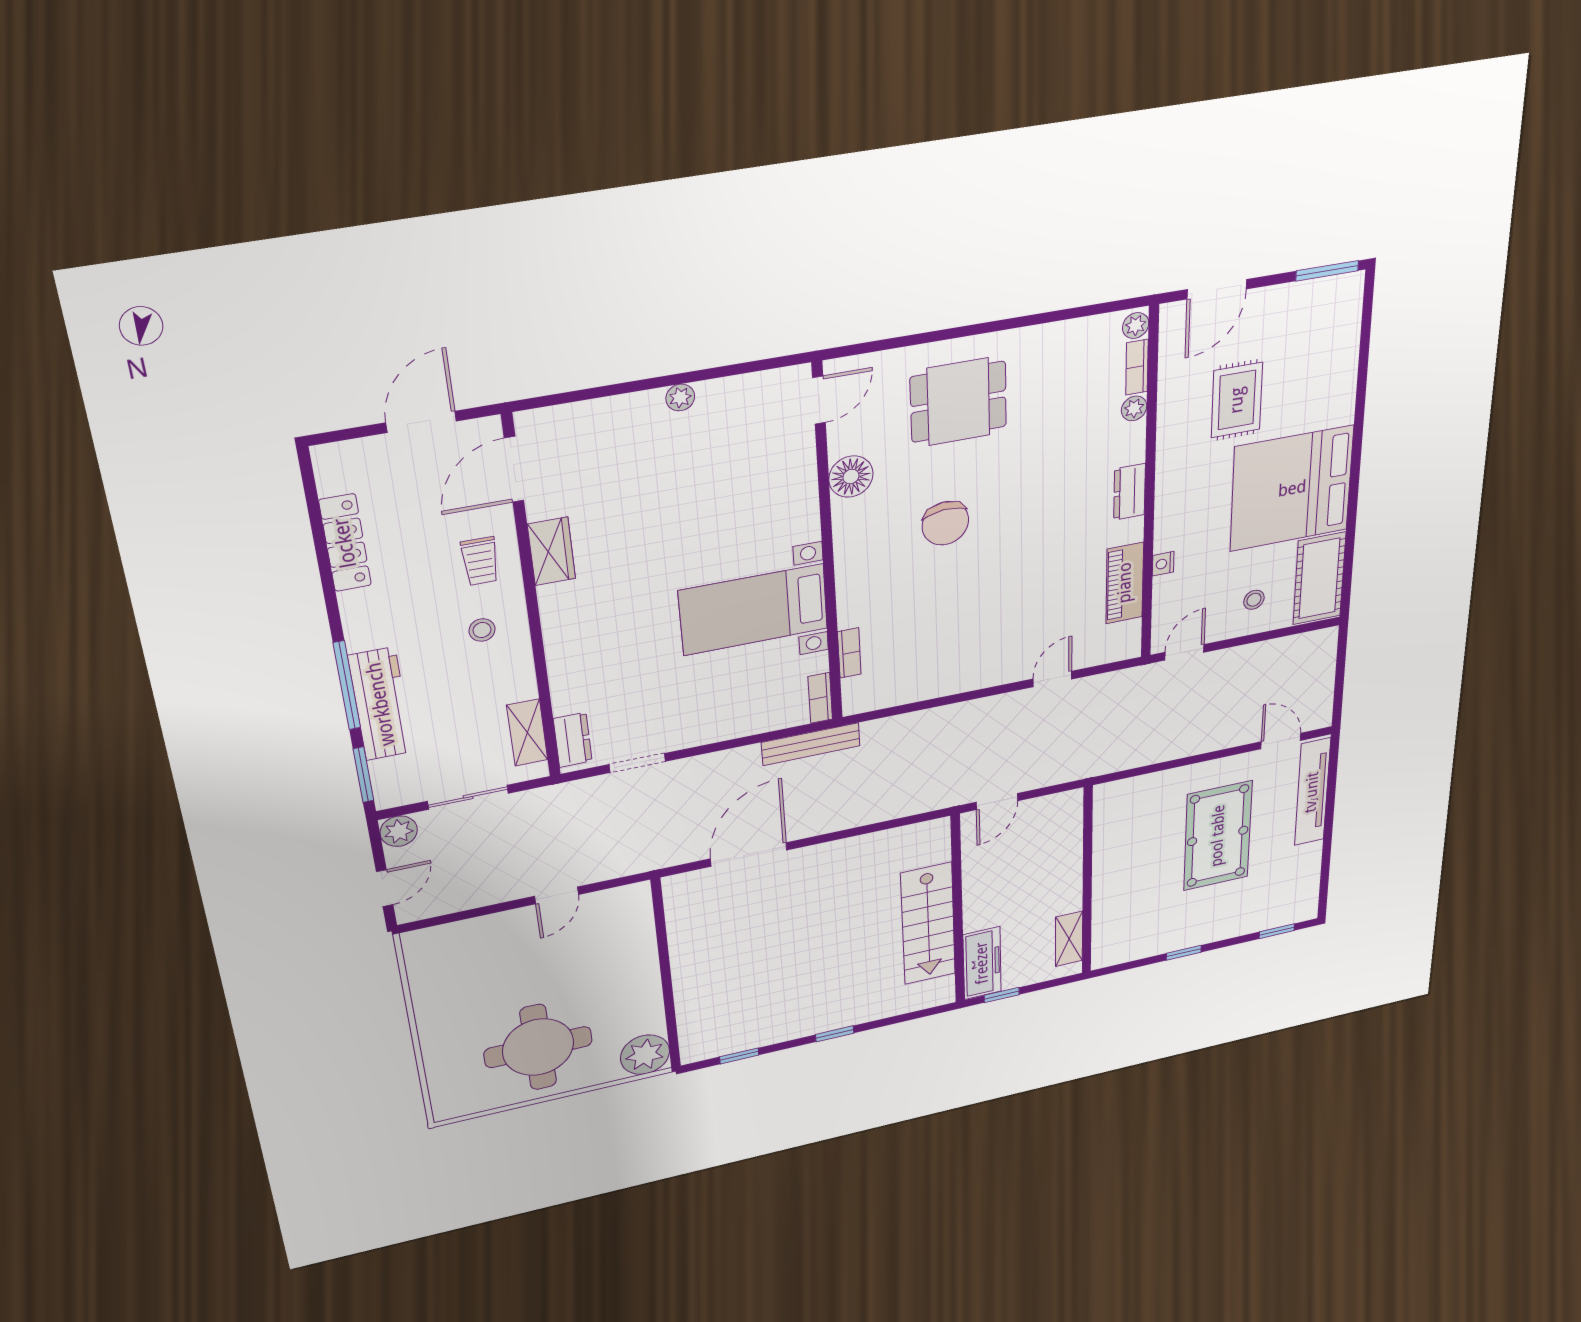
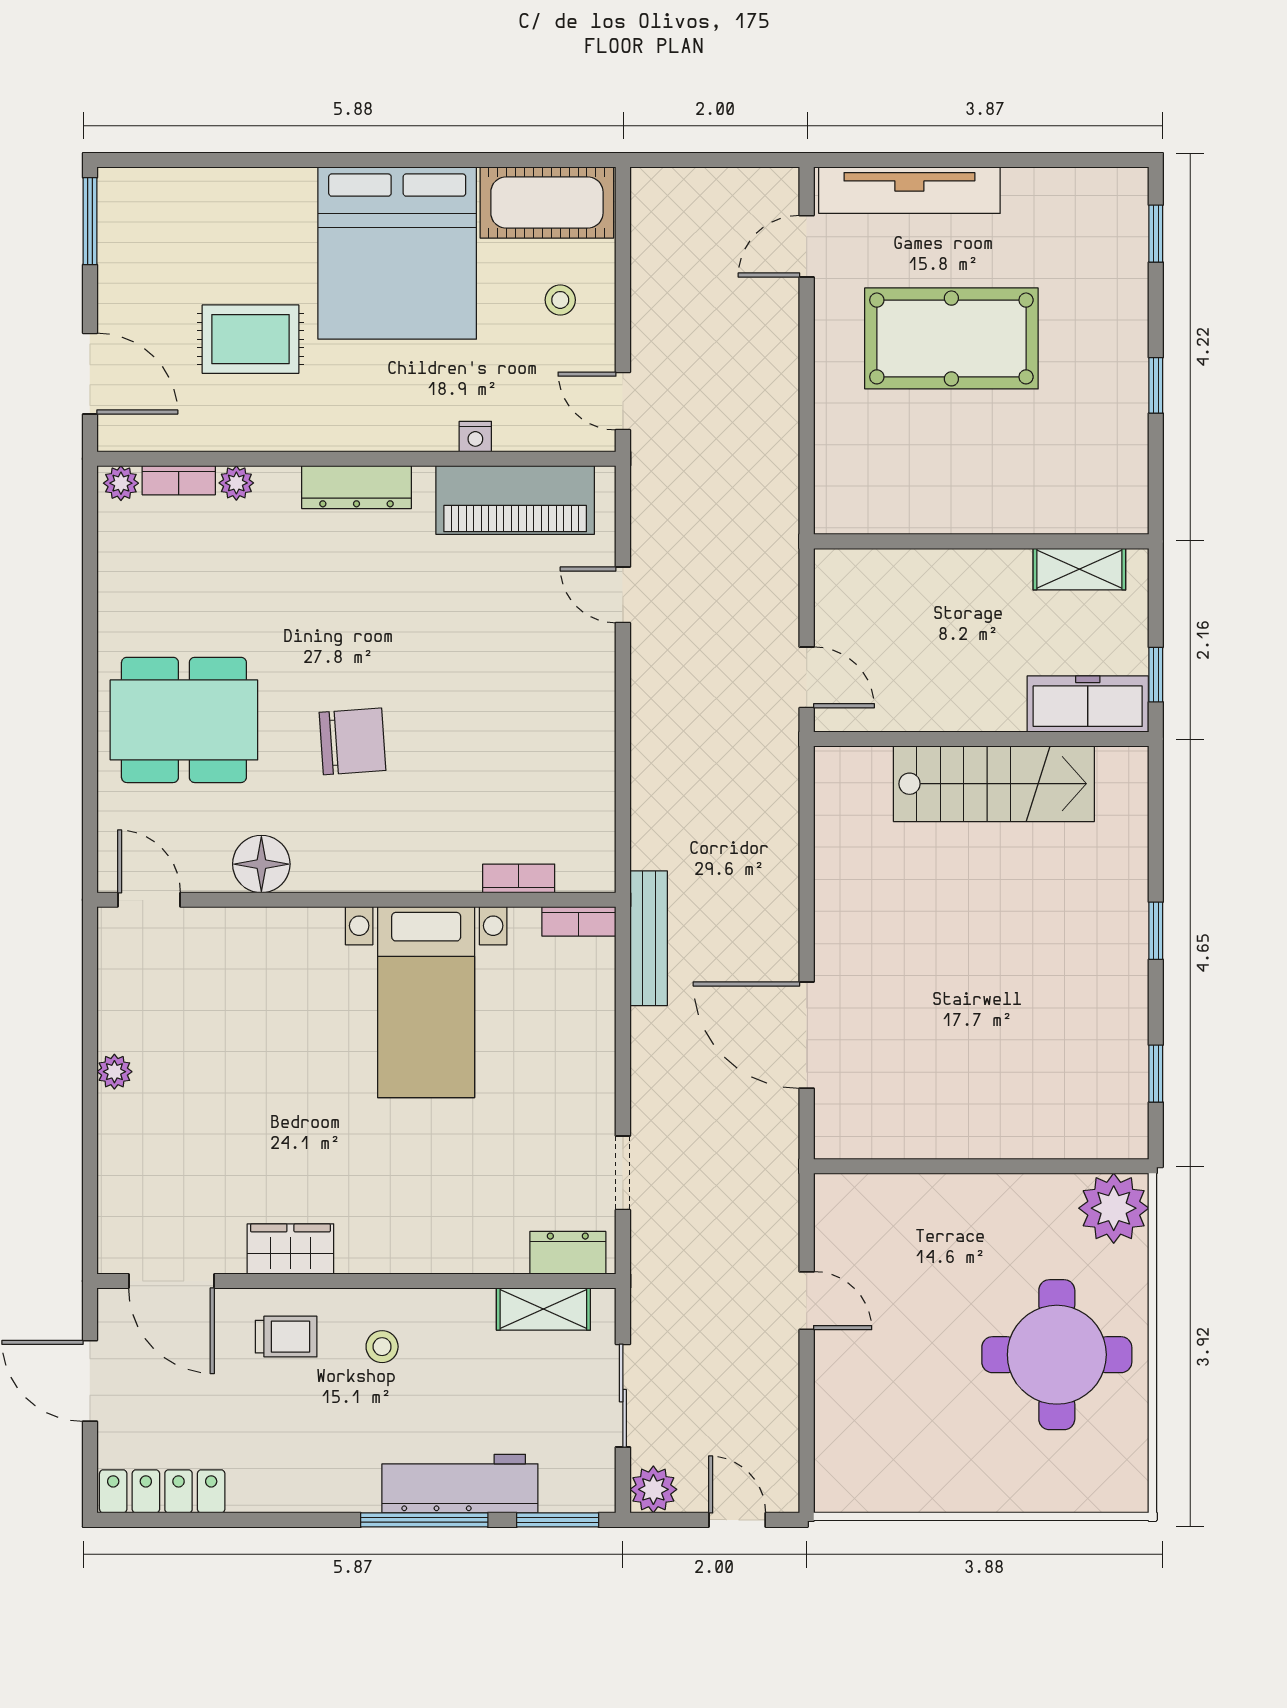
dining table: (958, 402) -> (184, 720), width x1.38
dresser: (1130, 492) -> (357, 487), width x1.44
locker: (345, 543) -> (162, 1491), moved
piano: (1125, 583) -> (515, 500), width x1.37, depth x1.33

